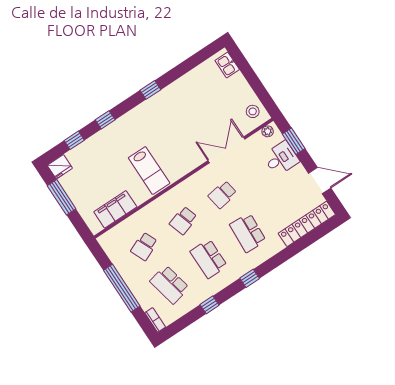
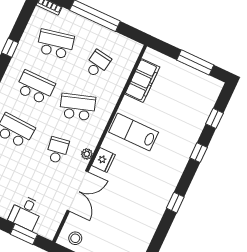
plant: (268, 131) -> (87, 154), moved
fridge: (60, 167) -> (103, 160), moved, turned 180
school desk: (183, 220) -> (77, 107), width x1.85
school desk: (144, 246) -> (98, 64), turned 33

